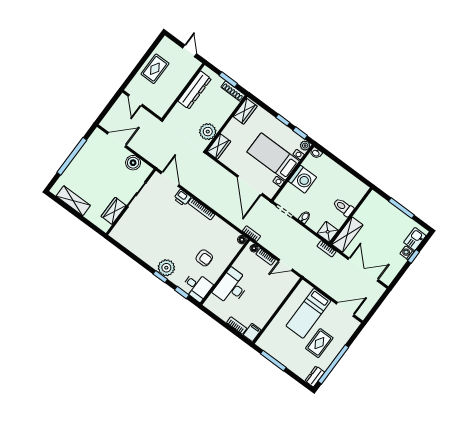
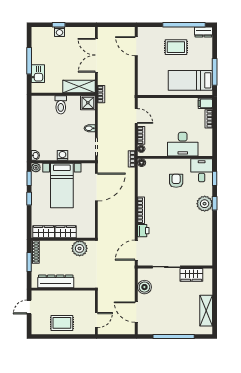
wardrobe: (219, 146) -> (66, 232), moved
washing machine: (303, 179) -> (62, 155), width x0.53, depth x0.53
kitchen sink: (415, 239) -> (38, 74), moved, turned -90
bed: (308, 313) -> (190, 80), moved, turned 180

